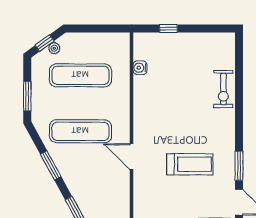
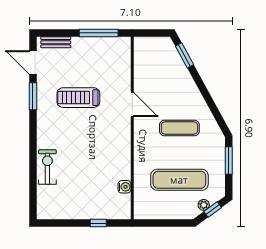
exercise mat: (80, 131) -> (179, 128), width x0.73, depth x0.69
window: (51, 165) -> (207, 96), removed

